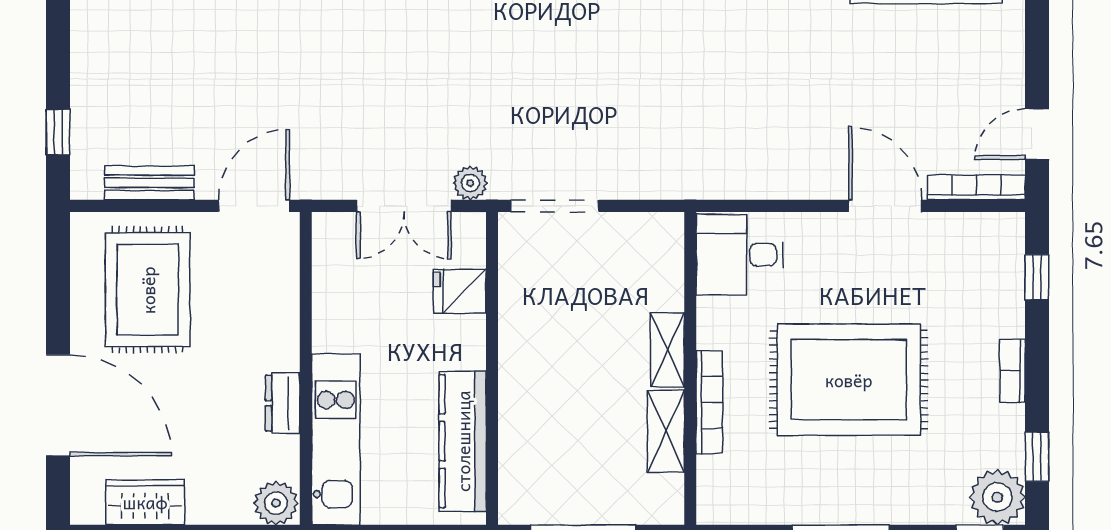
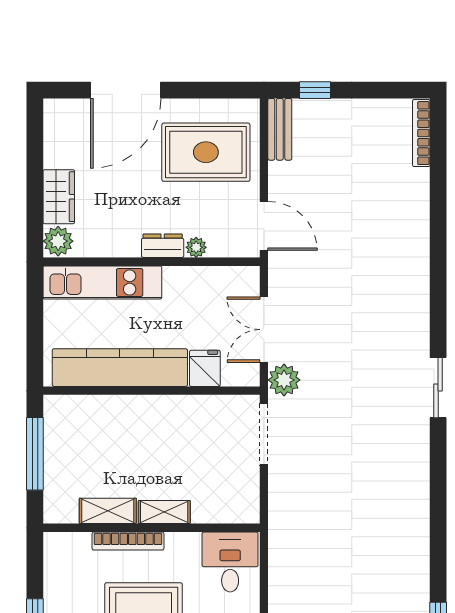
bench: (149, 183) -> (280, 129), moved
plant: (470, 183) -> (284, 380), width x1.38, depth x1.38
plant: (285, 304) -> (196, 247), added
dresser: (283, 403) -> (163, 246), moved
kitchen counter: (463, 441) -> (120, 368), width x1.39, depth x1.17
wardrobe: (145, 502) -> (59, 197), moved

